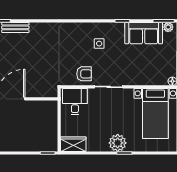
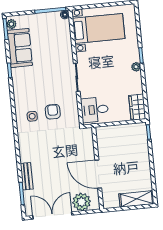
side table: (99, 44) -> (32, 116), moved
armchair: (84, 74) -> (53, 112), moved
plant: (118, 143) -> (136, 67), width x0.53, depth x0.53

